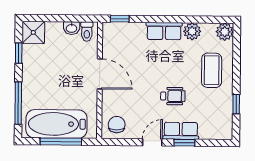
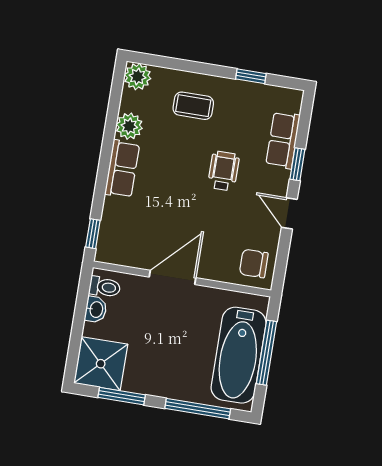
shower: (33, 32) -> (101, 364), width x1.36, depth x1.36
window: (19, 53) -> (122, 396), width x1.50
coffee table: (212, 70) -> (193, 106), width x0.73, depth x0.77
row of seats: (181, 131) -> (283, 140), moved

